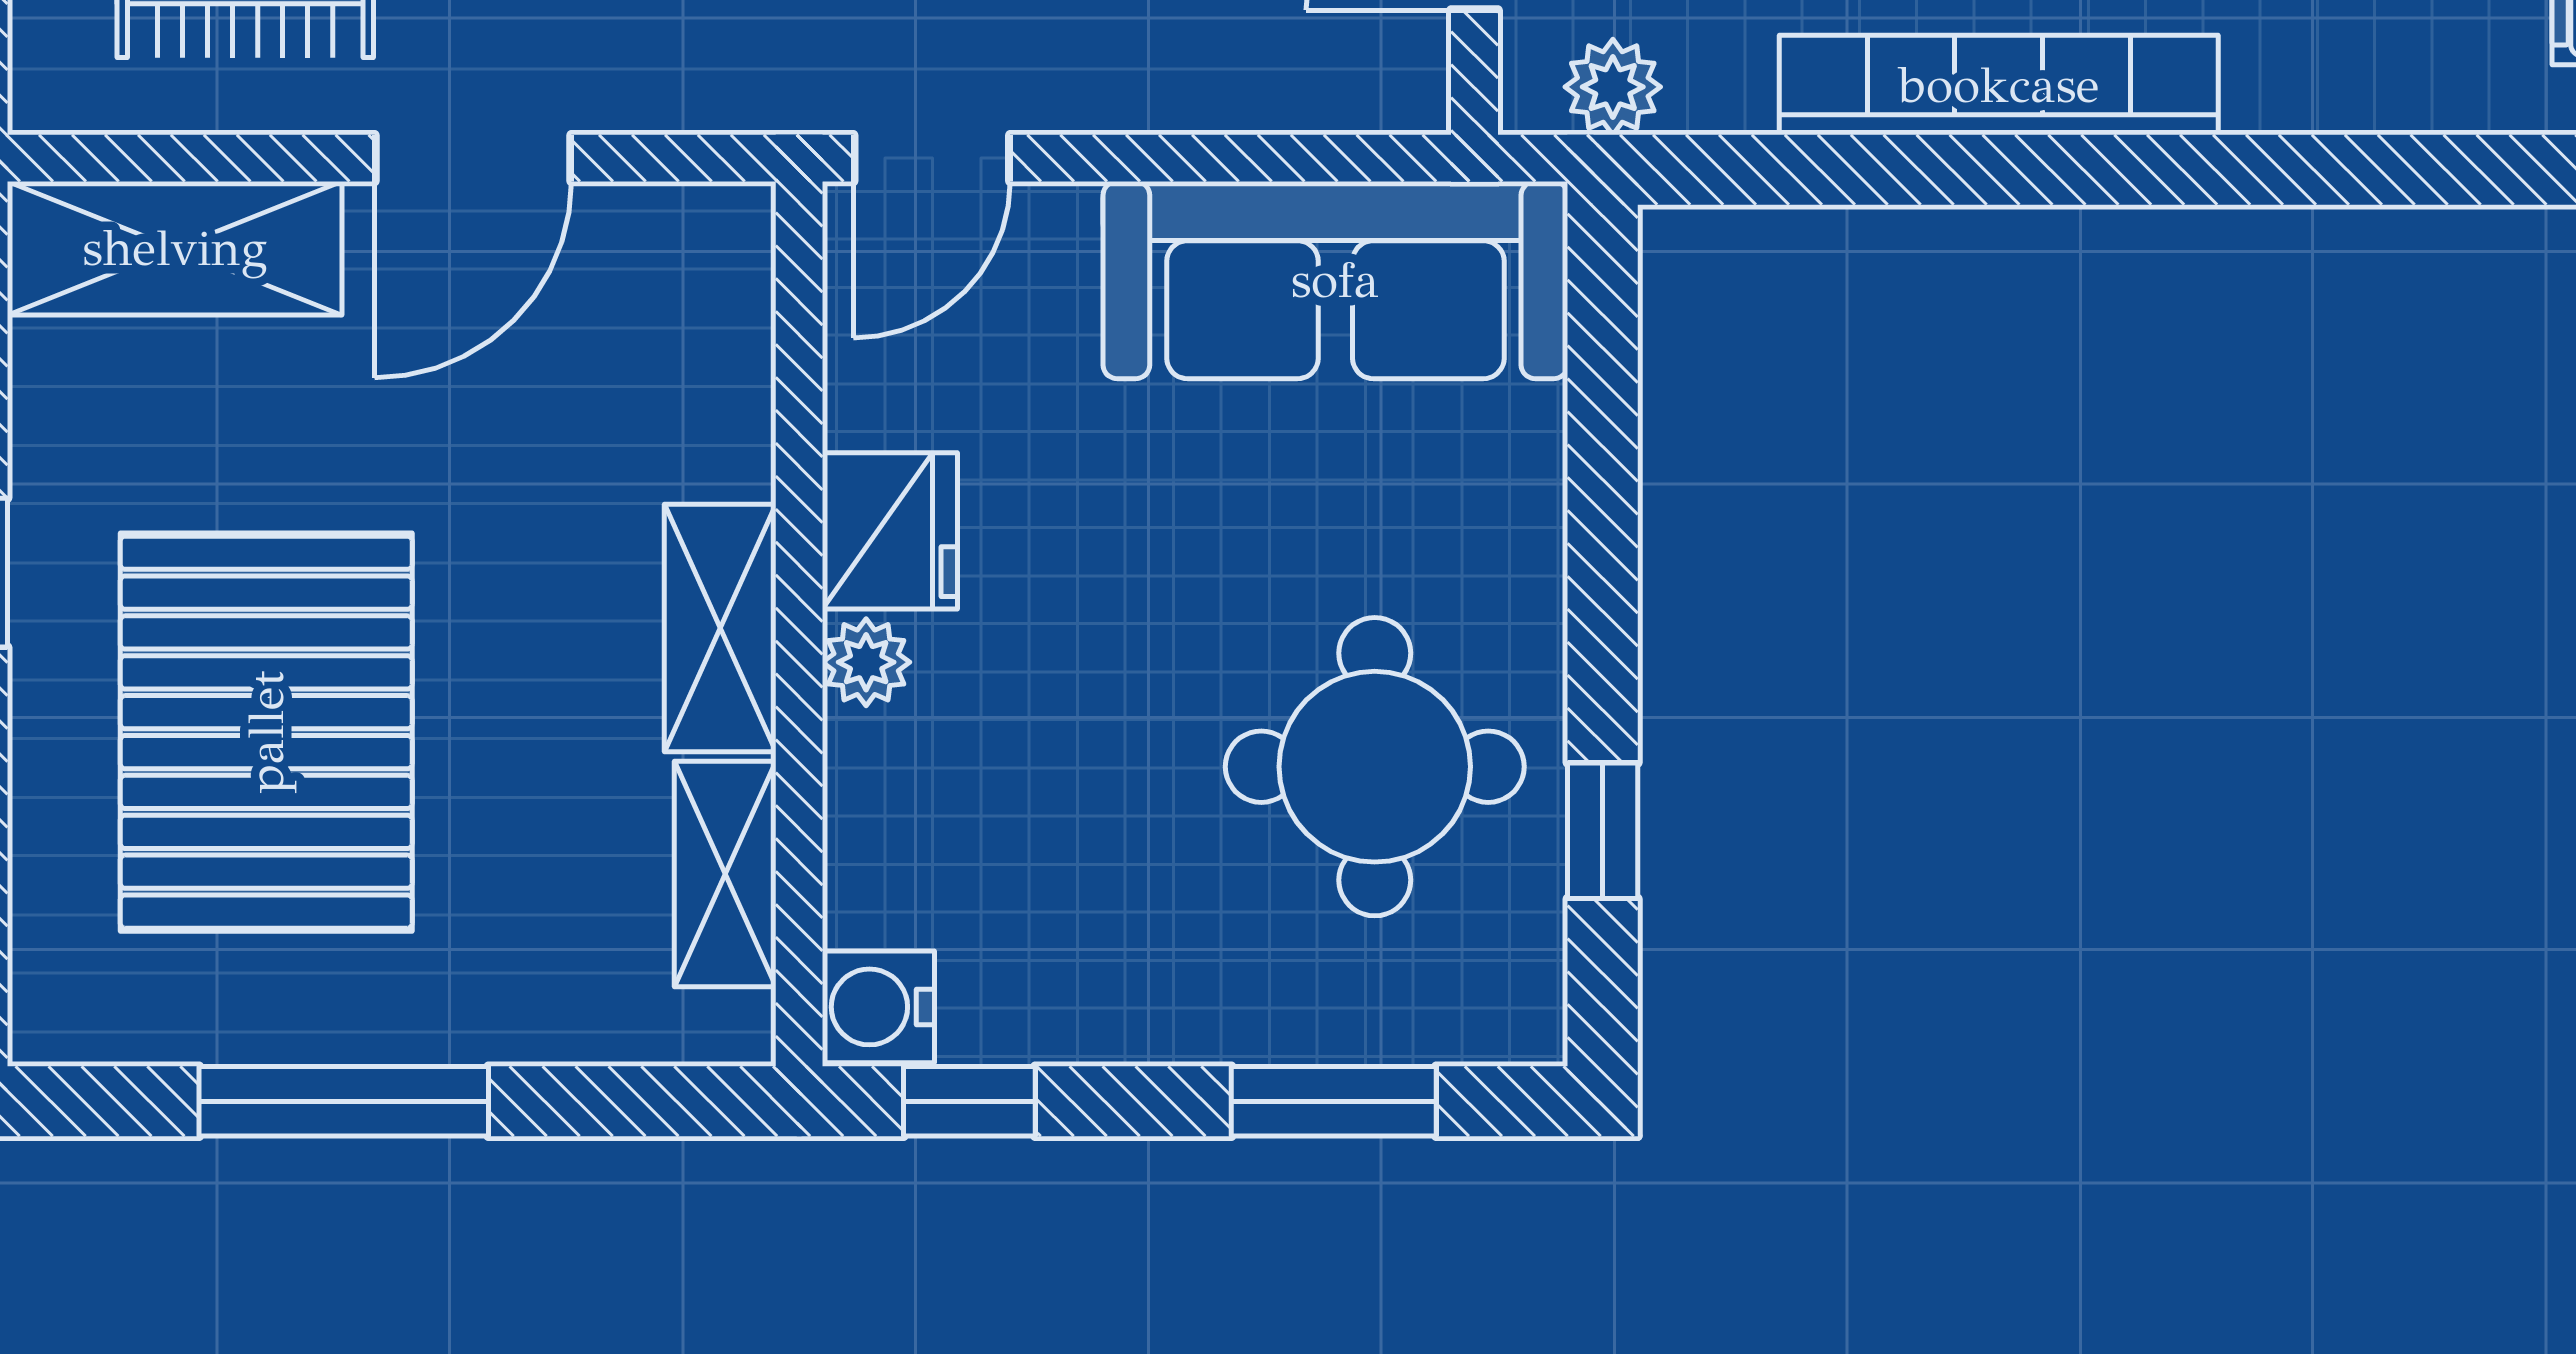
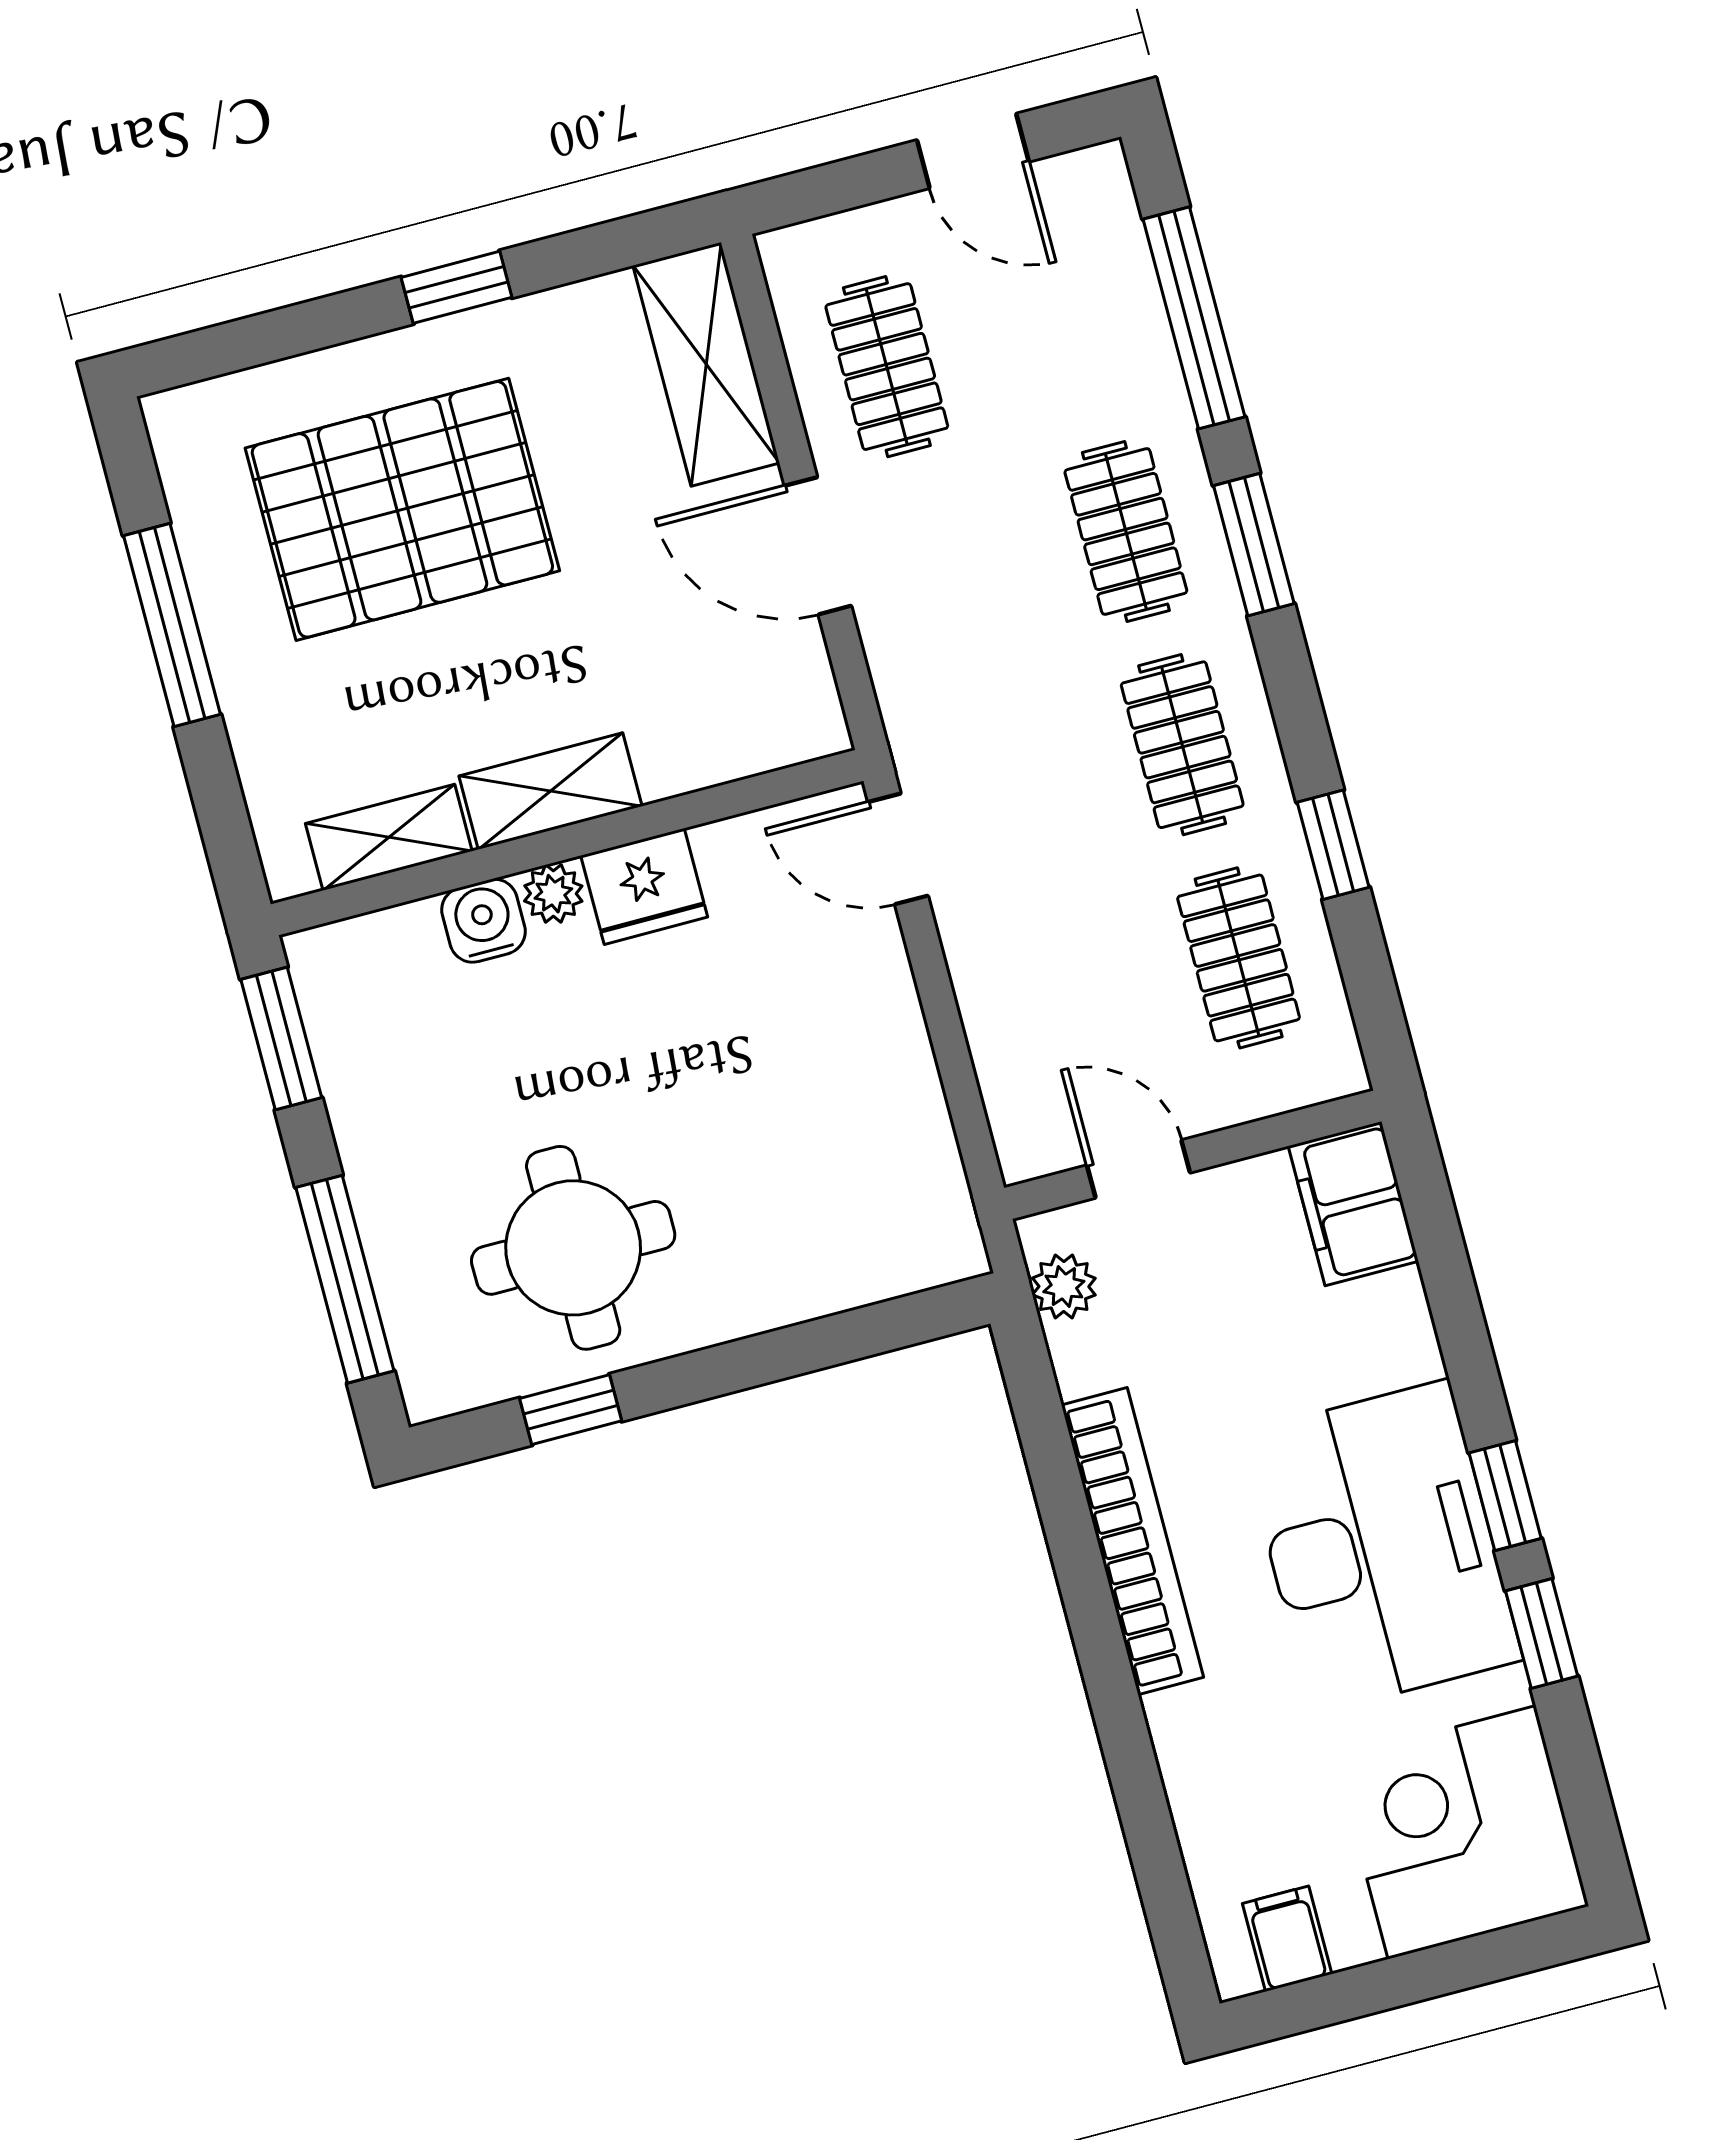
sofa: (1335, 280) -> (888, 1137), removed
water cooler: (878, 1007) -> (484, 921), moved
window: (969, 1101) -> (281, 1039), width x1.50
window: (1334, 1101) -> (345, 1279), width x1.44

